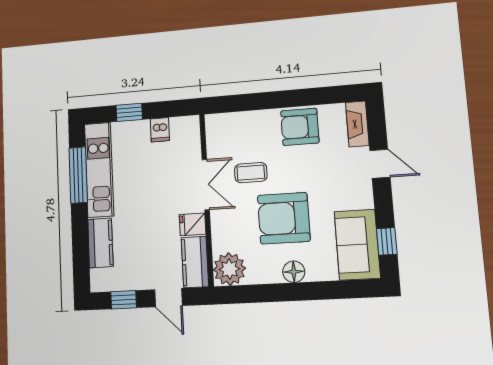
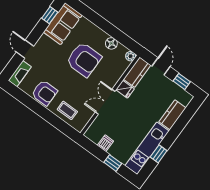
coffee table: (251, 173) -> (67, 110), moved
window: (78, 175) -> (159, 154), width x0.46
plant: (229, 269) -> (131, 56), width x0.53, depth x0.53
floor lamp: (294, 272) -> (111, 43), moved

